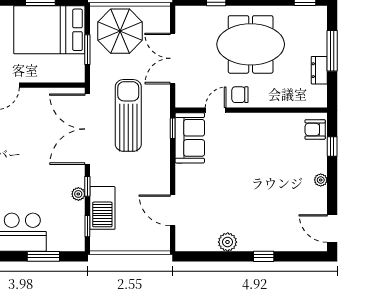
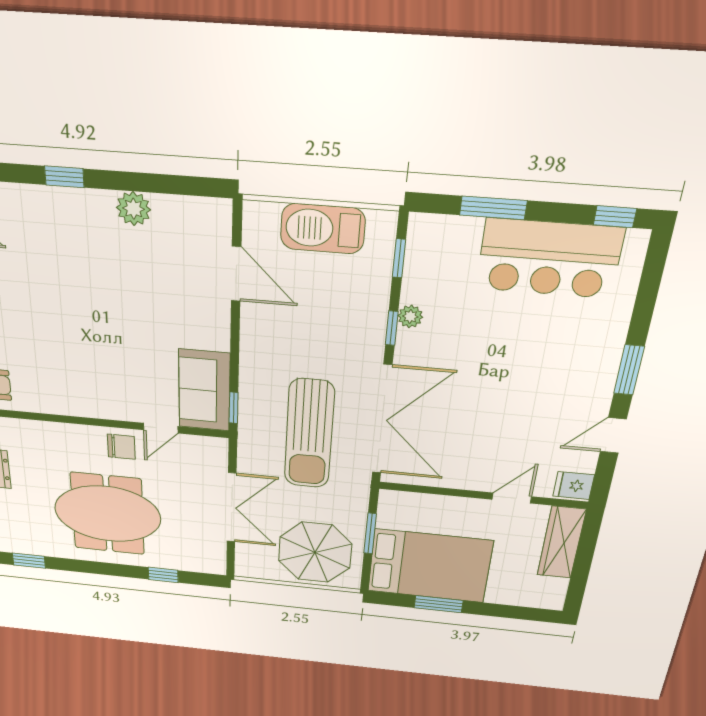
barbecue: (102, 208) -> (323, 229), moved, turned -90

